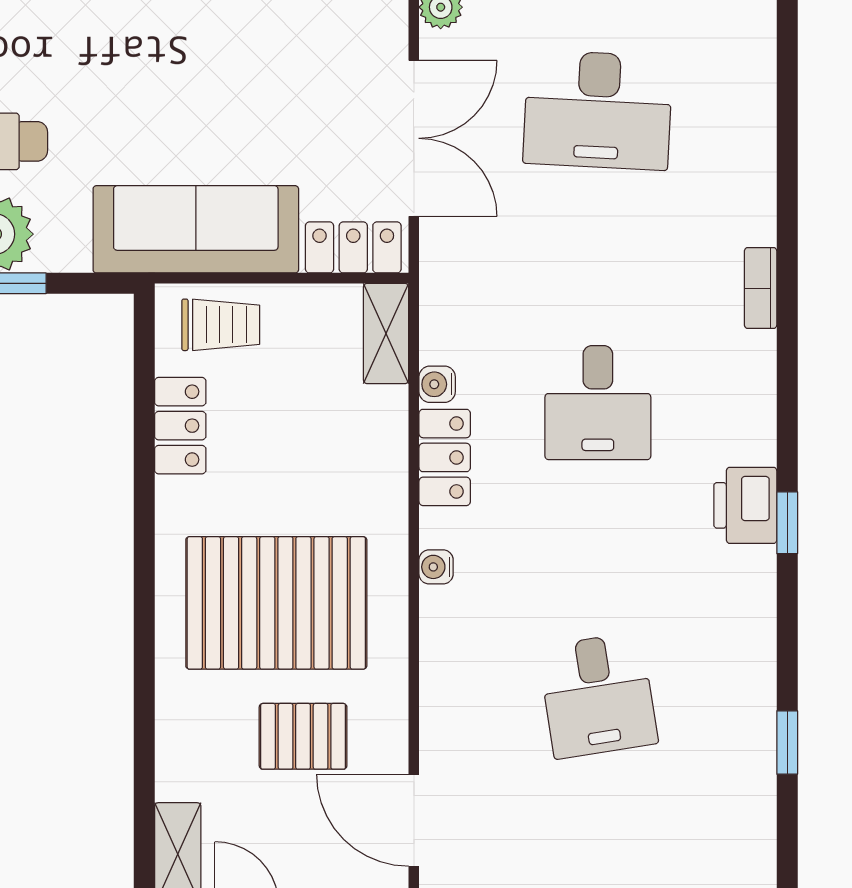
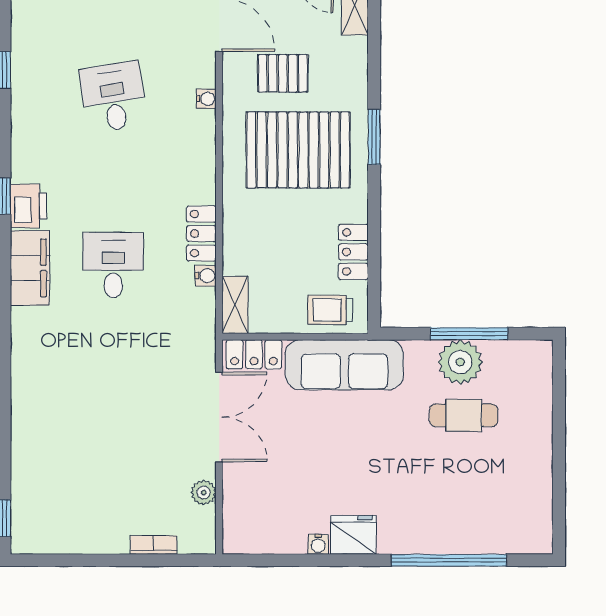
desk: (598, 110) -> (113, 433), removed
double door: (414, 138) -> (219, 417), swing flipped
bookcase: (761, 288) -> (20, 331), removed
filing cabinet: (743, 398) -> (30, 268), added
water cooler: (436, 567) -> (206, 99), moved
window: (144, 626) -> (374, 137), added

